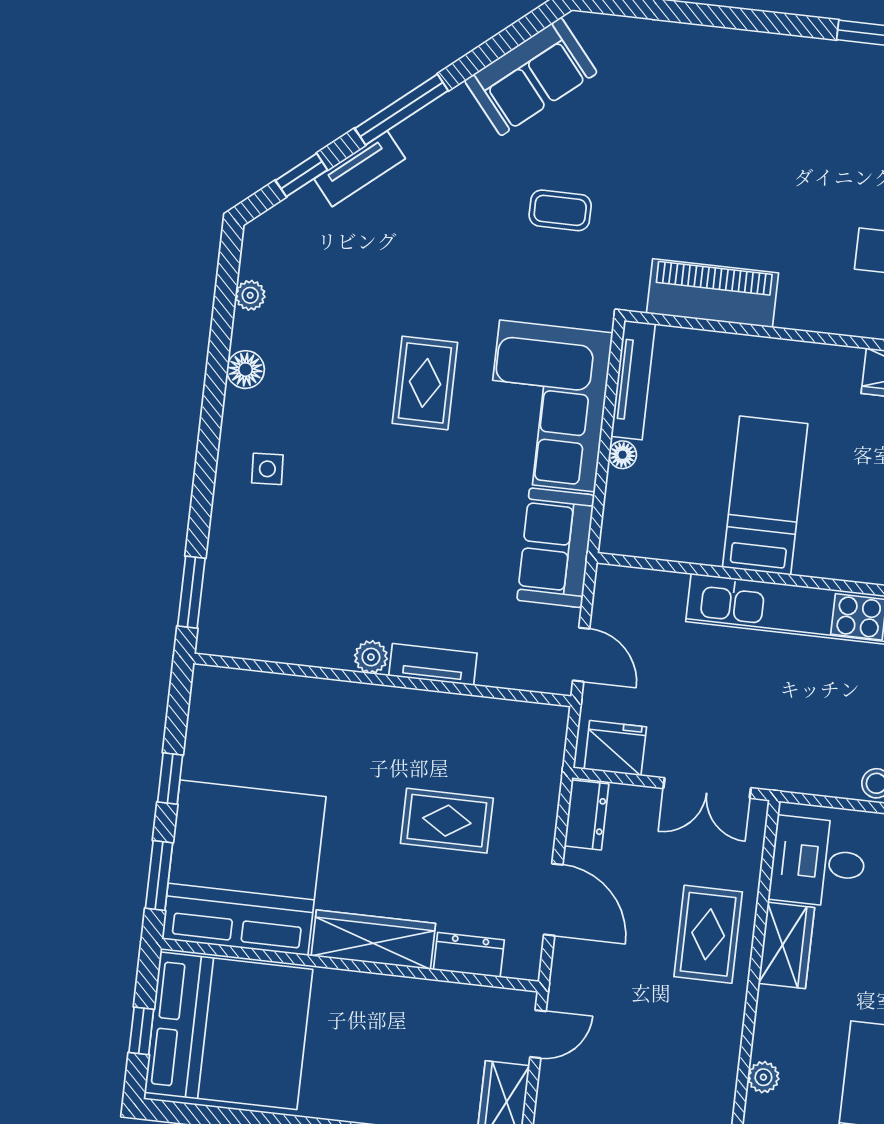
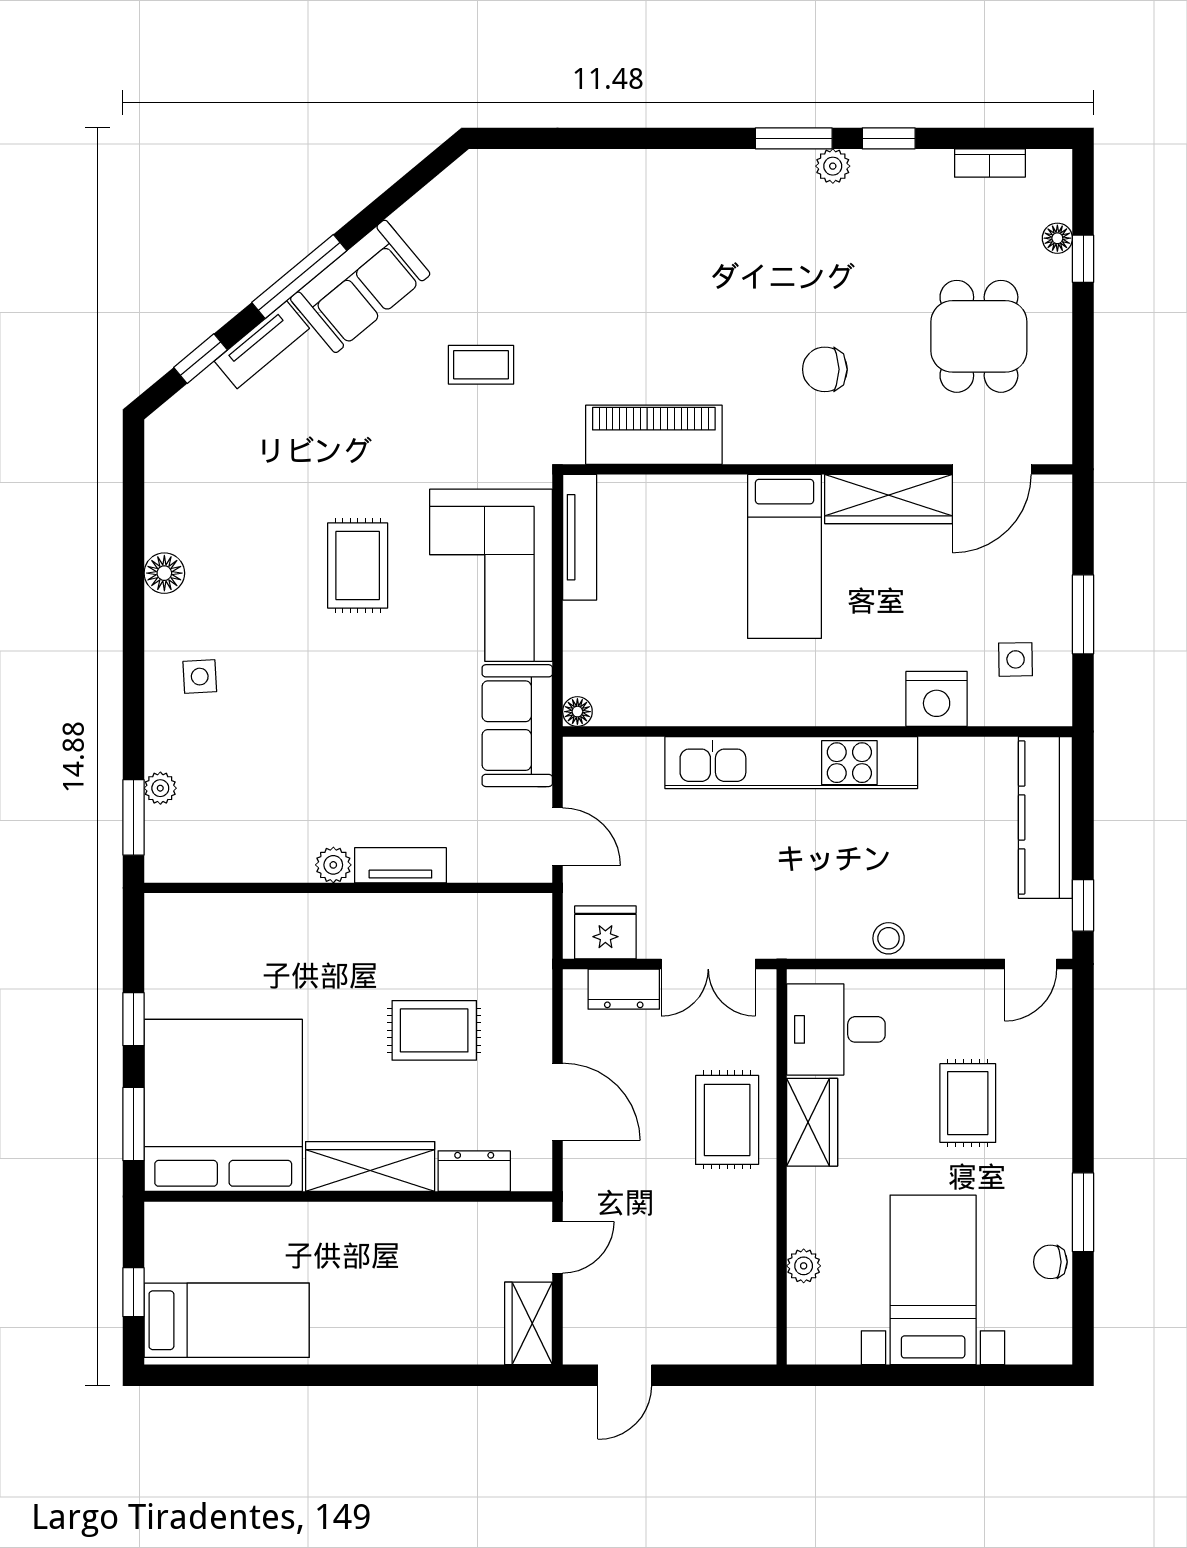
sofa: (531, 77) -> (360, 286), moved
plant: (250, 295) -> (160, 788), moved
floor lamp: (623, 455) -> (577, 712), moved
bed: (765, 496) -> (784, 556), moved, turned 180
dresser: (586, 815) -> (624, 989), moved, turned 90
bed: (229, 1031) -> (227, 1320), width x0.49

